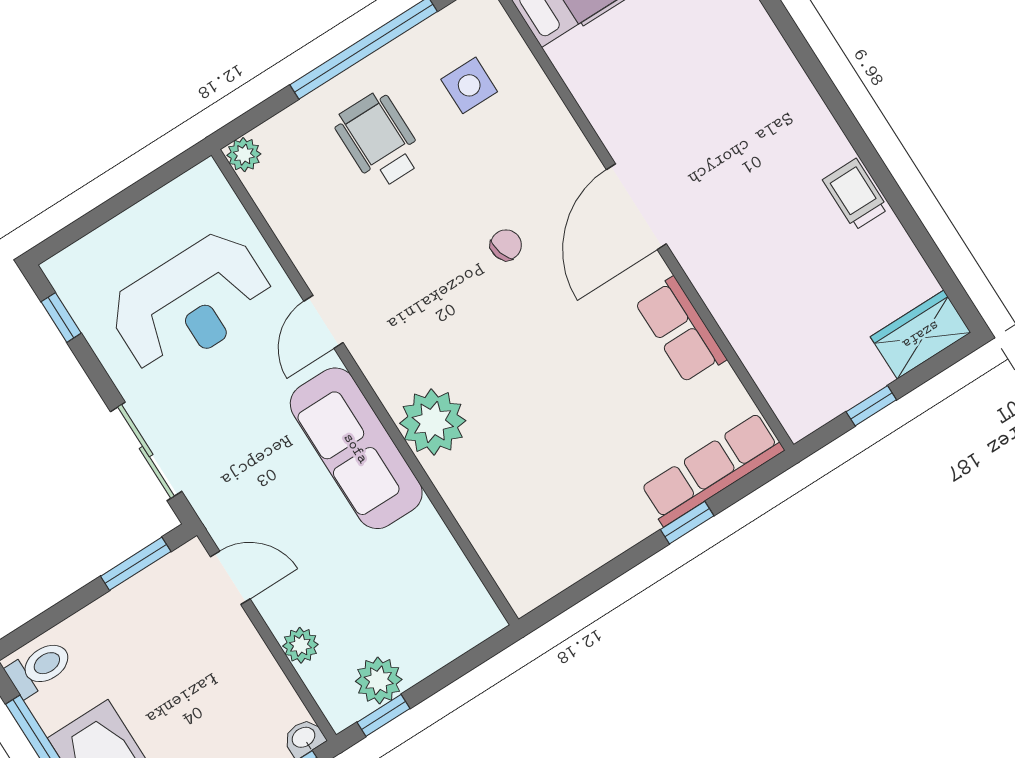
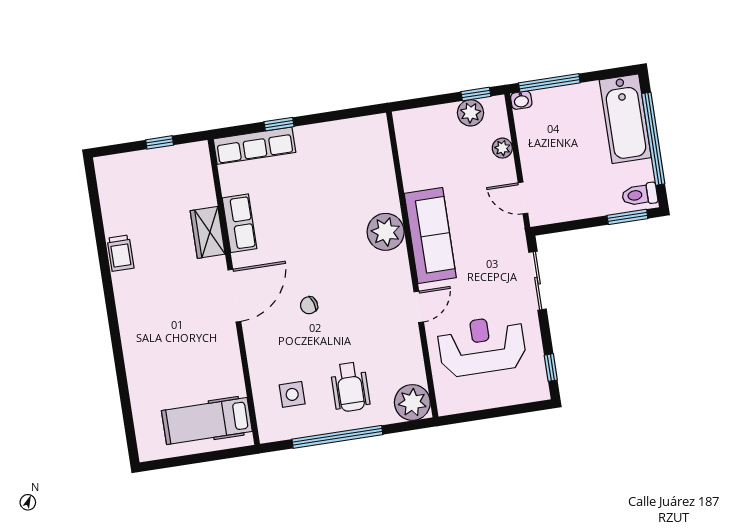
plant: (244, 155) -> (412, 402), width x1.88, depth x1.88
wardrobe: (921, 335) -> (208, 232), moved, turned 90
window: (136, 564) -> (627, 217), moved

